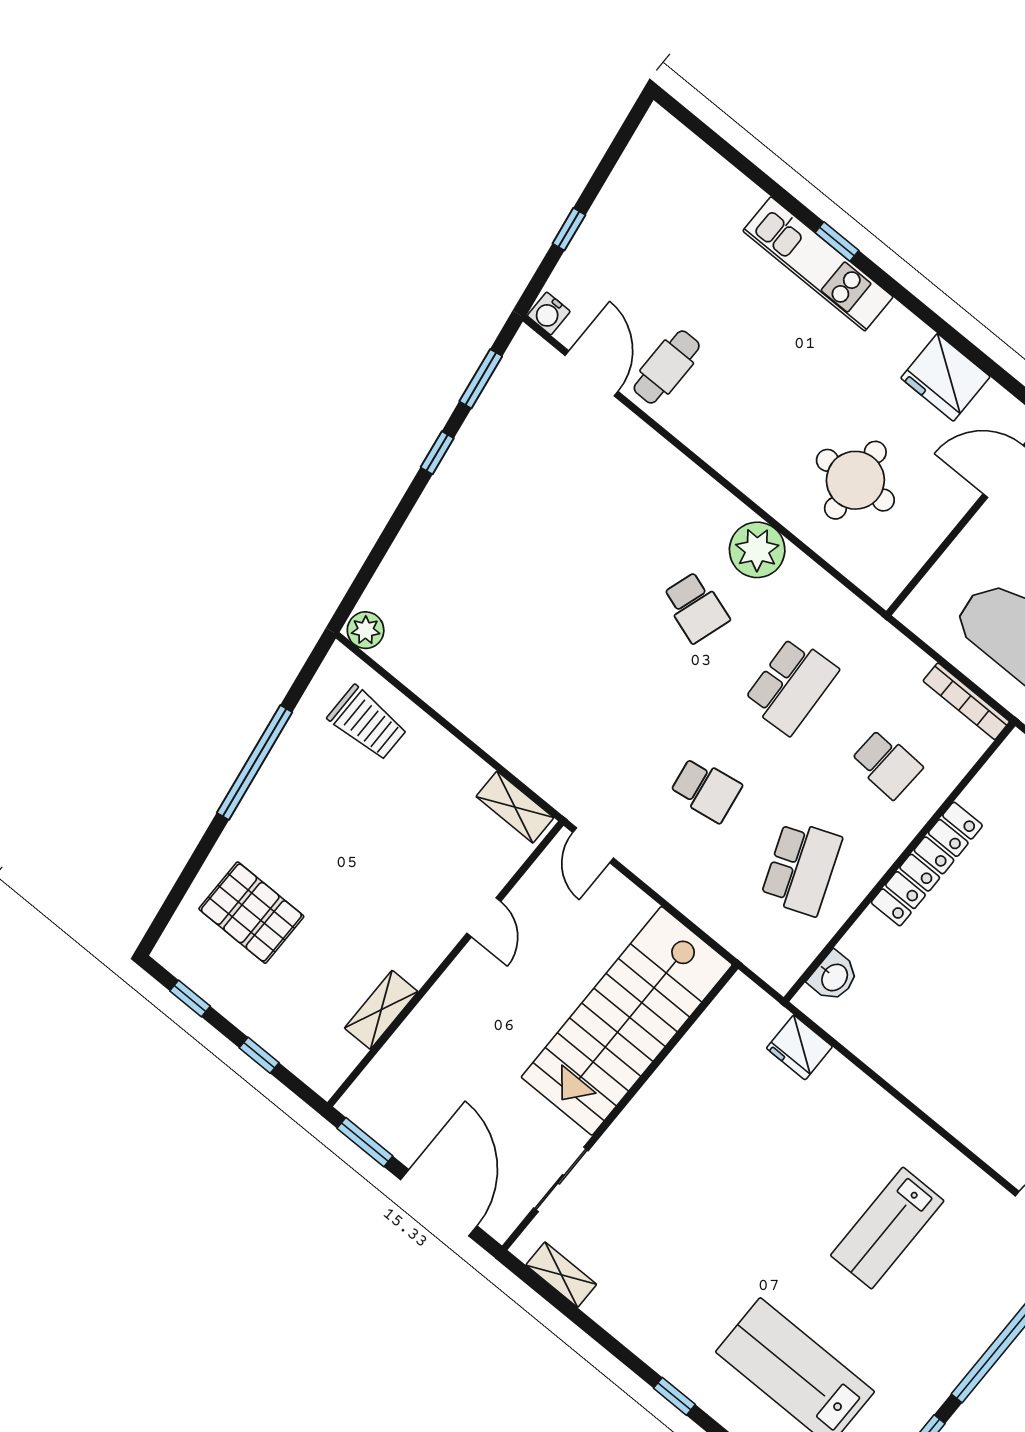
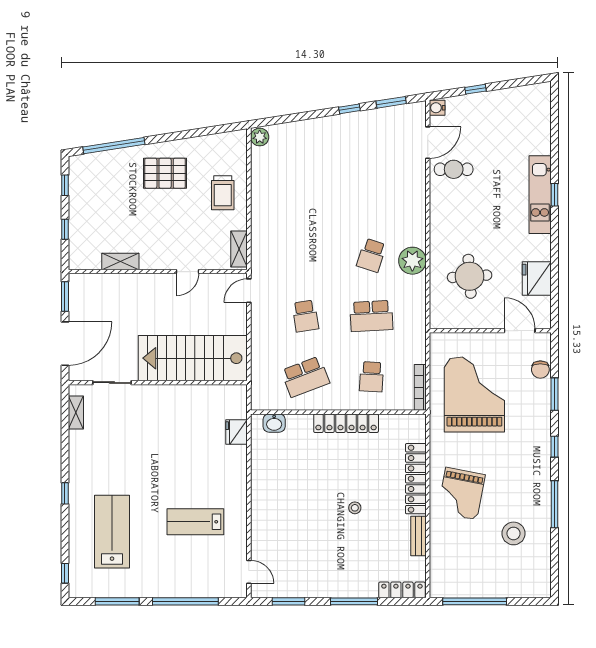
trolley: (367, 723) -> (223, 193), moved
window: (255, 763) -> (114, 146), moved
pallet: (251, 913) -> (165, 173), moved, turned 90

